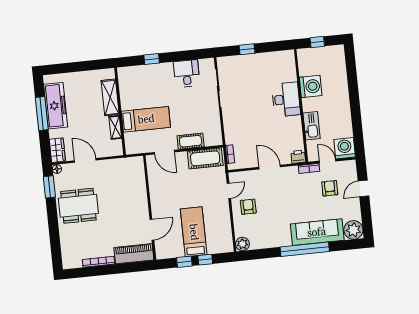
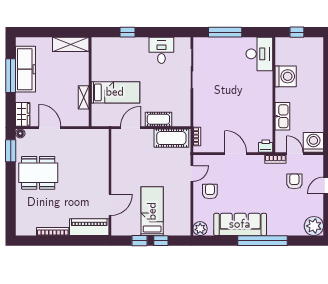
window: (247, 49) -> (225, 32), width x2.17
shelving: (110, 97) -> (71, 44), moved, turned 90
desk: (286, 99) -> (259, 54), moved
door: (164, 152) -> (131, 128), swing flipped
sofa: (317, 232) -> (240, 224), moved

